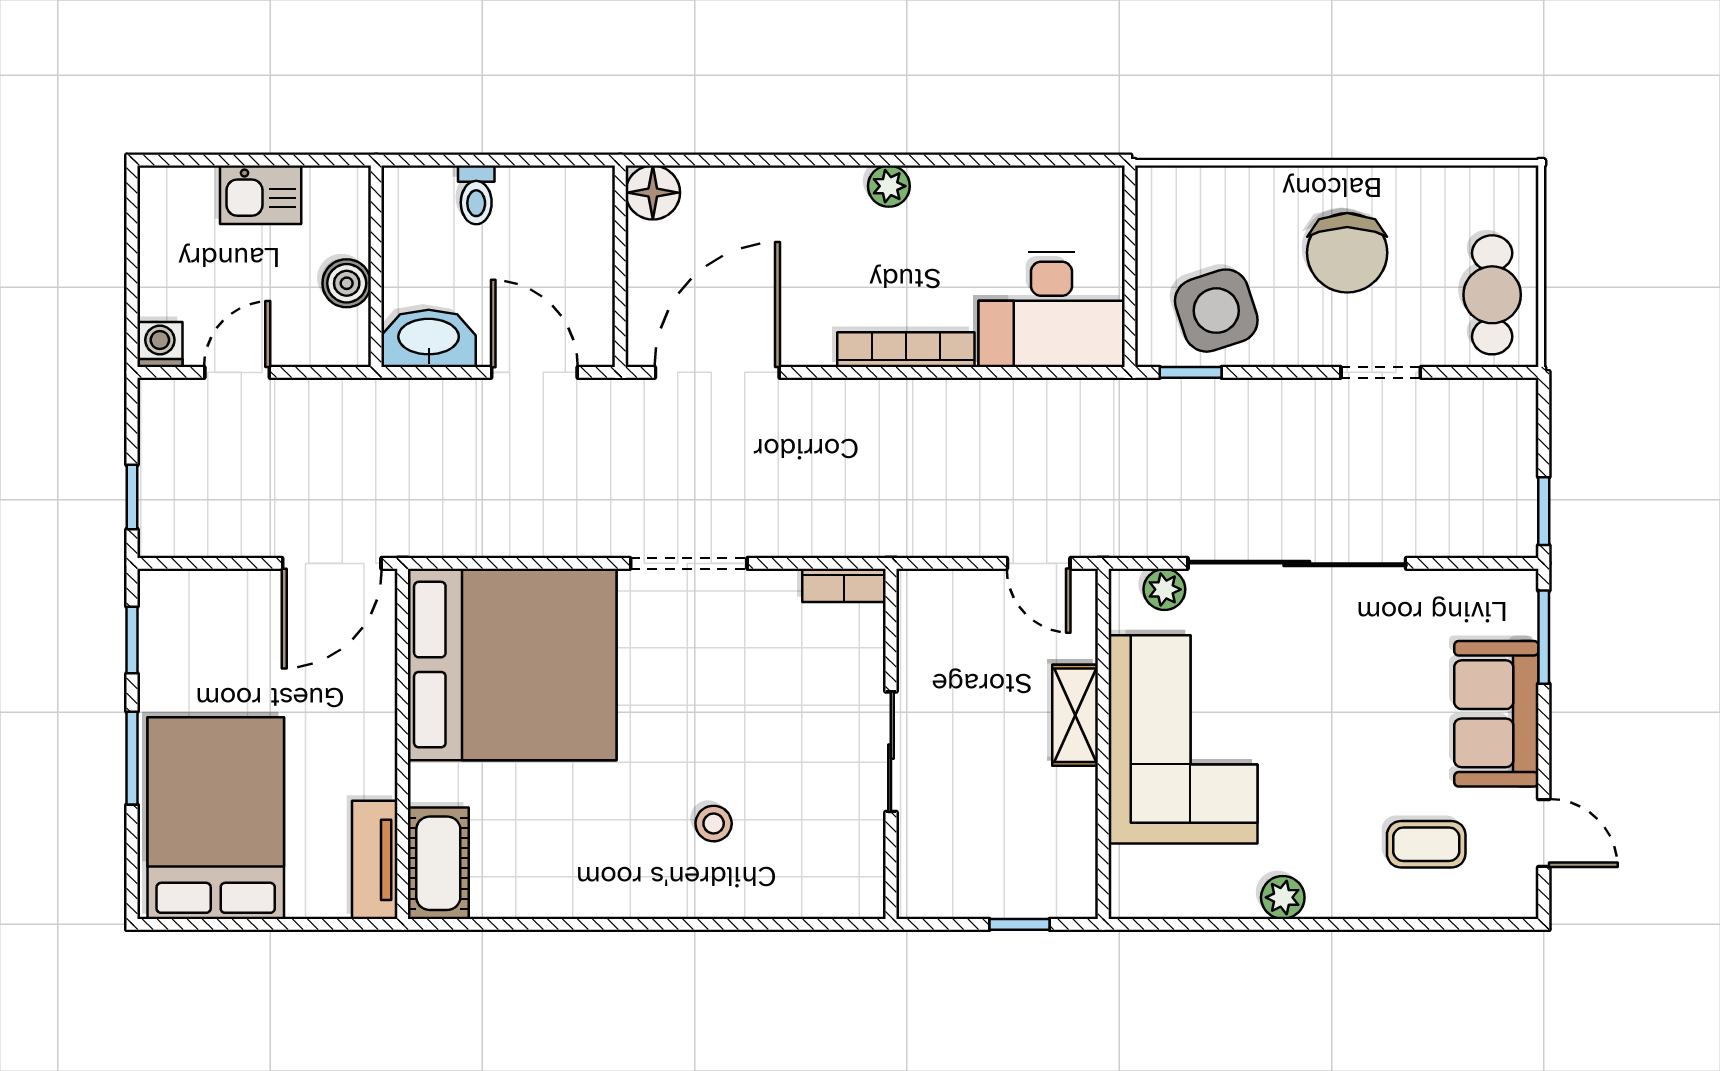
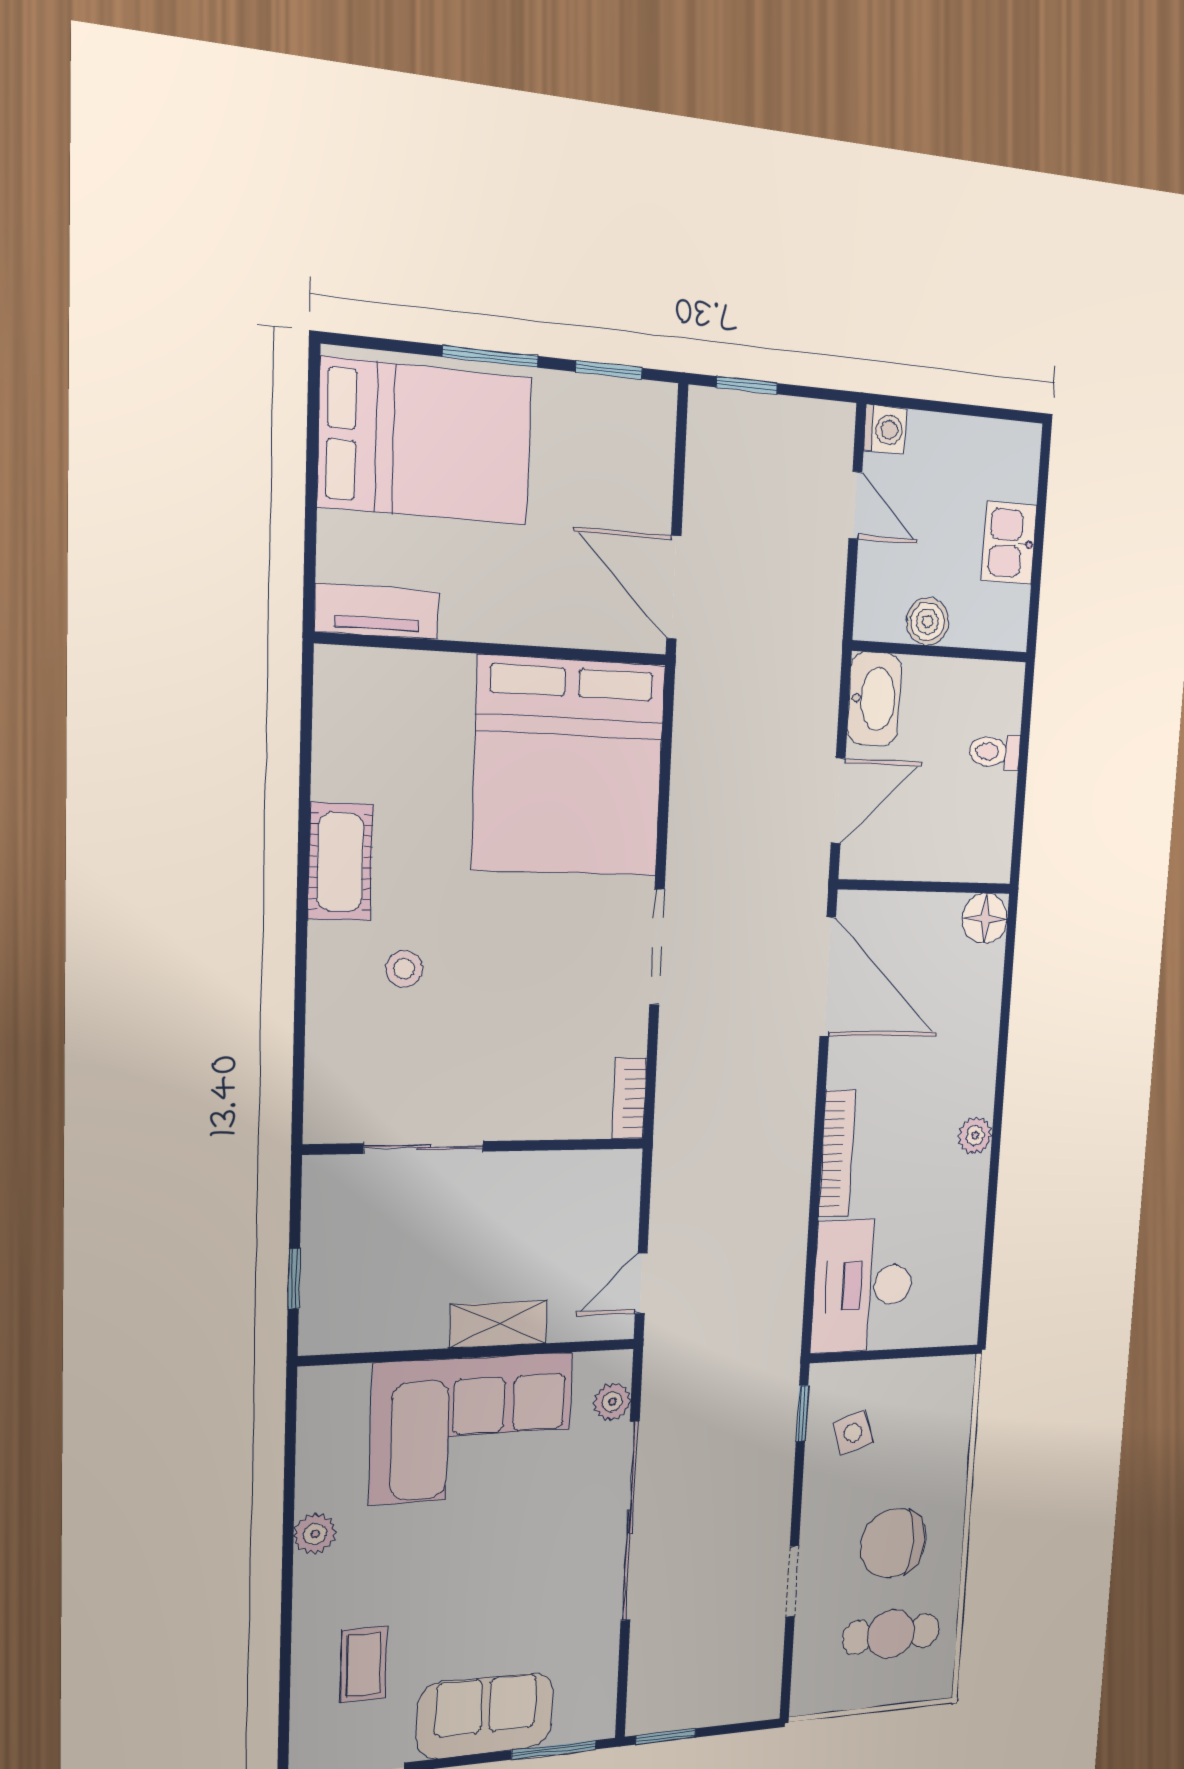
cafe table: (1492, 295) -> (891, 1634), moved
side table: (1216, 311) -> (853, 1433), width x0.54, depth x0.54
sliding door: (891, 752) -> (424, 1147), moved
cot: (438, 863) -> (340, 862), moved, turned 90

